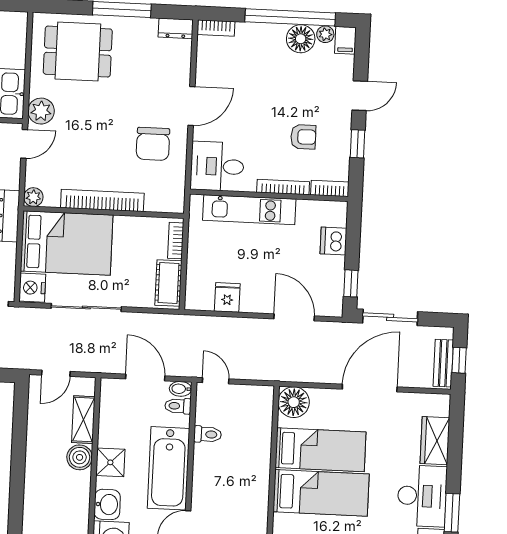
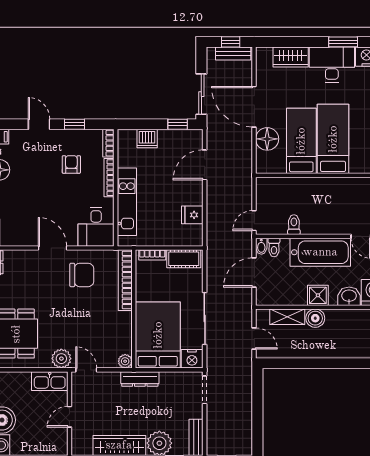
bookcase: (102, 200) -> (125, 280), moved
floor lamp: (294, 402) -> (267, 139), moved

